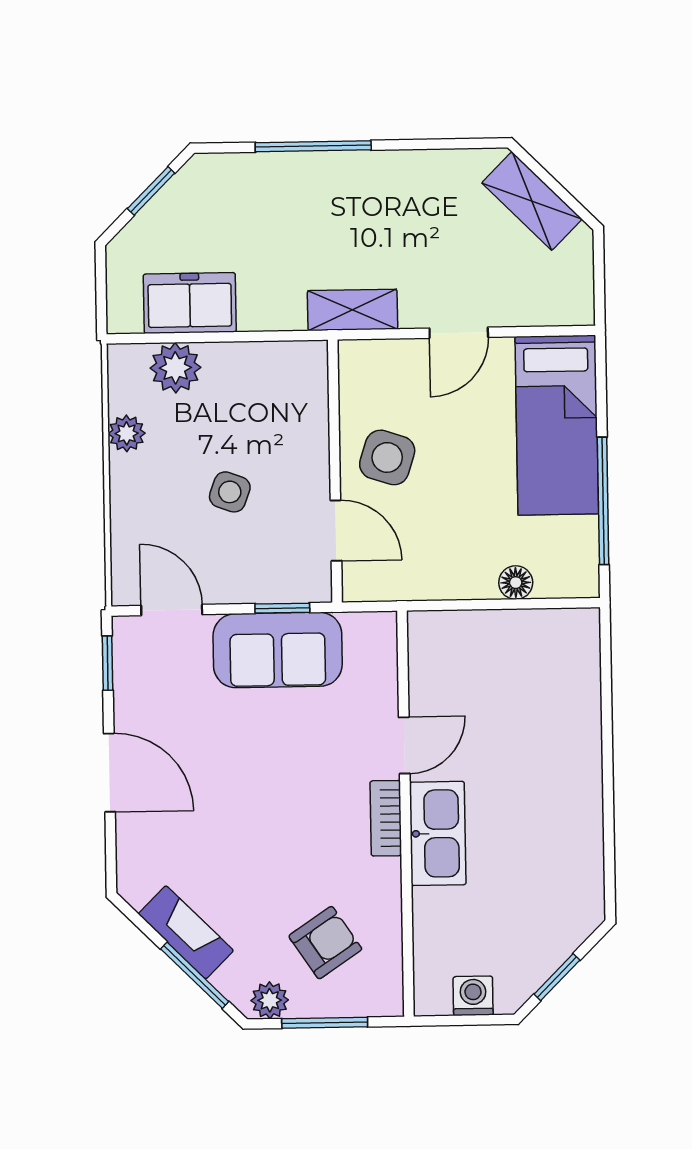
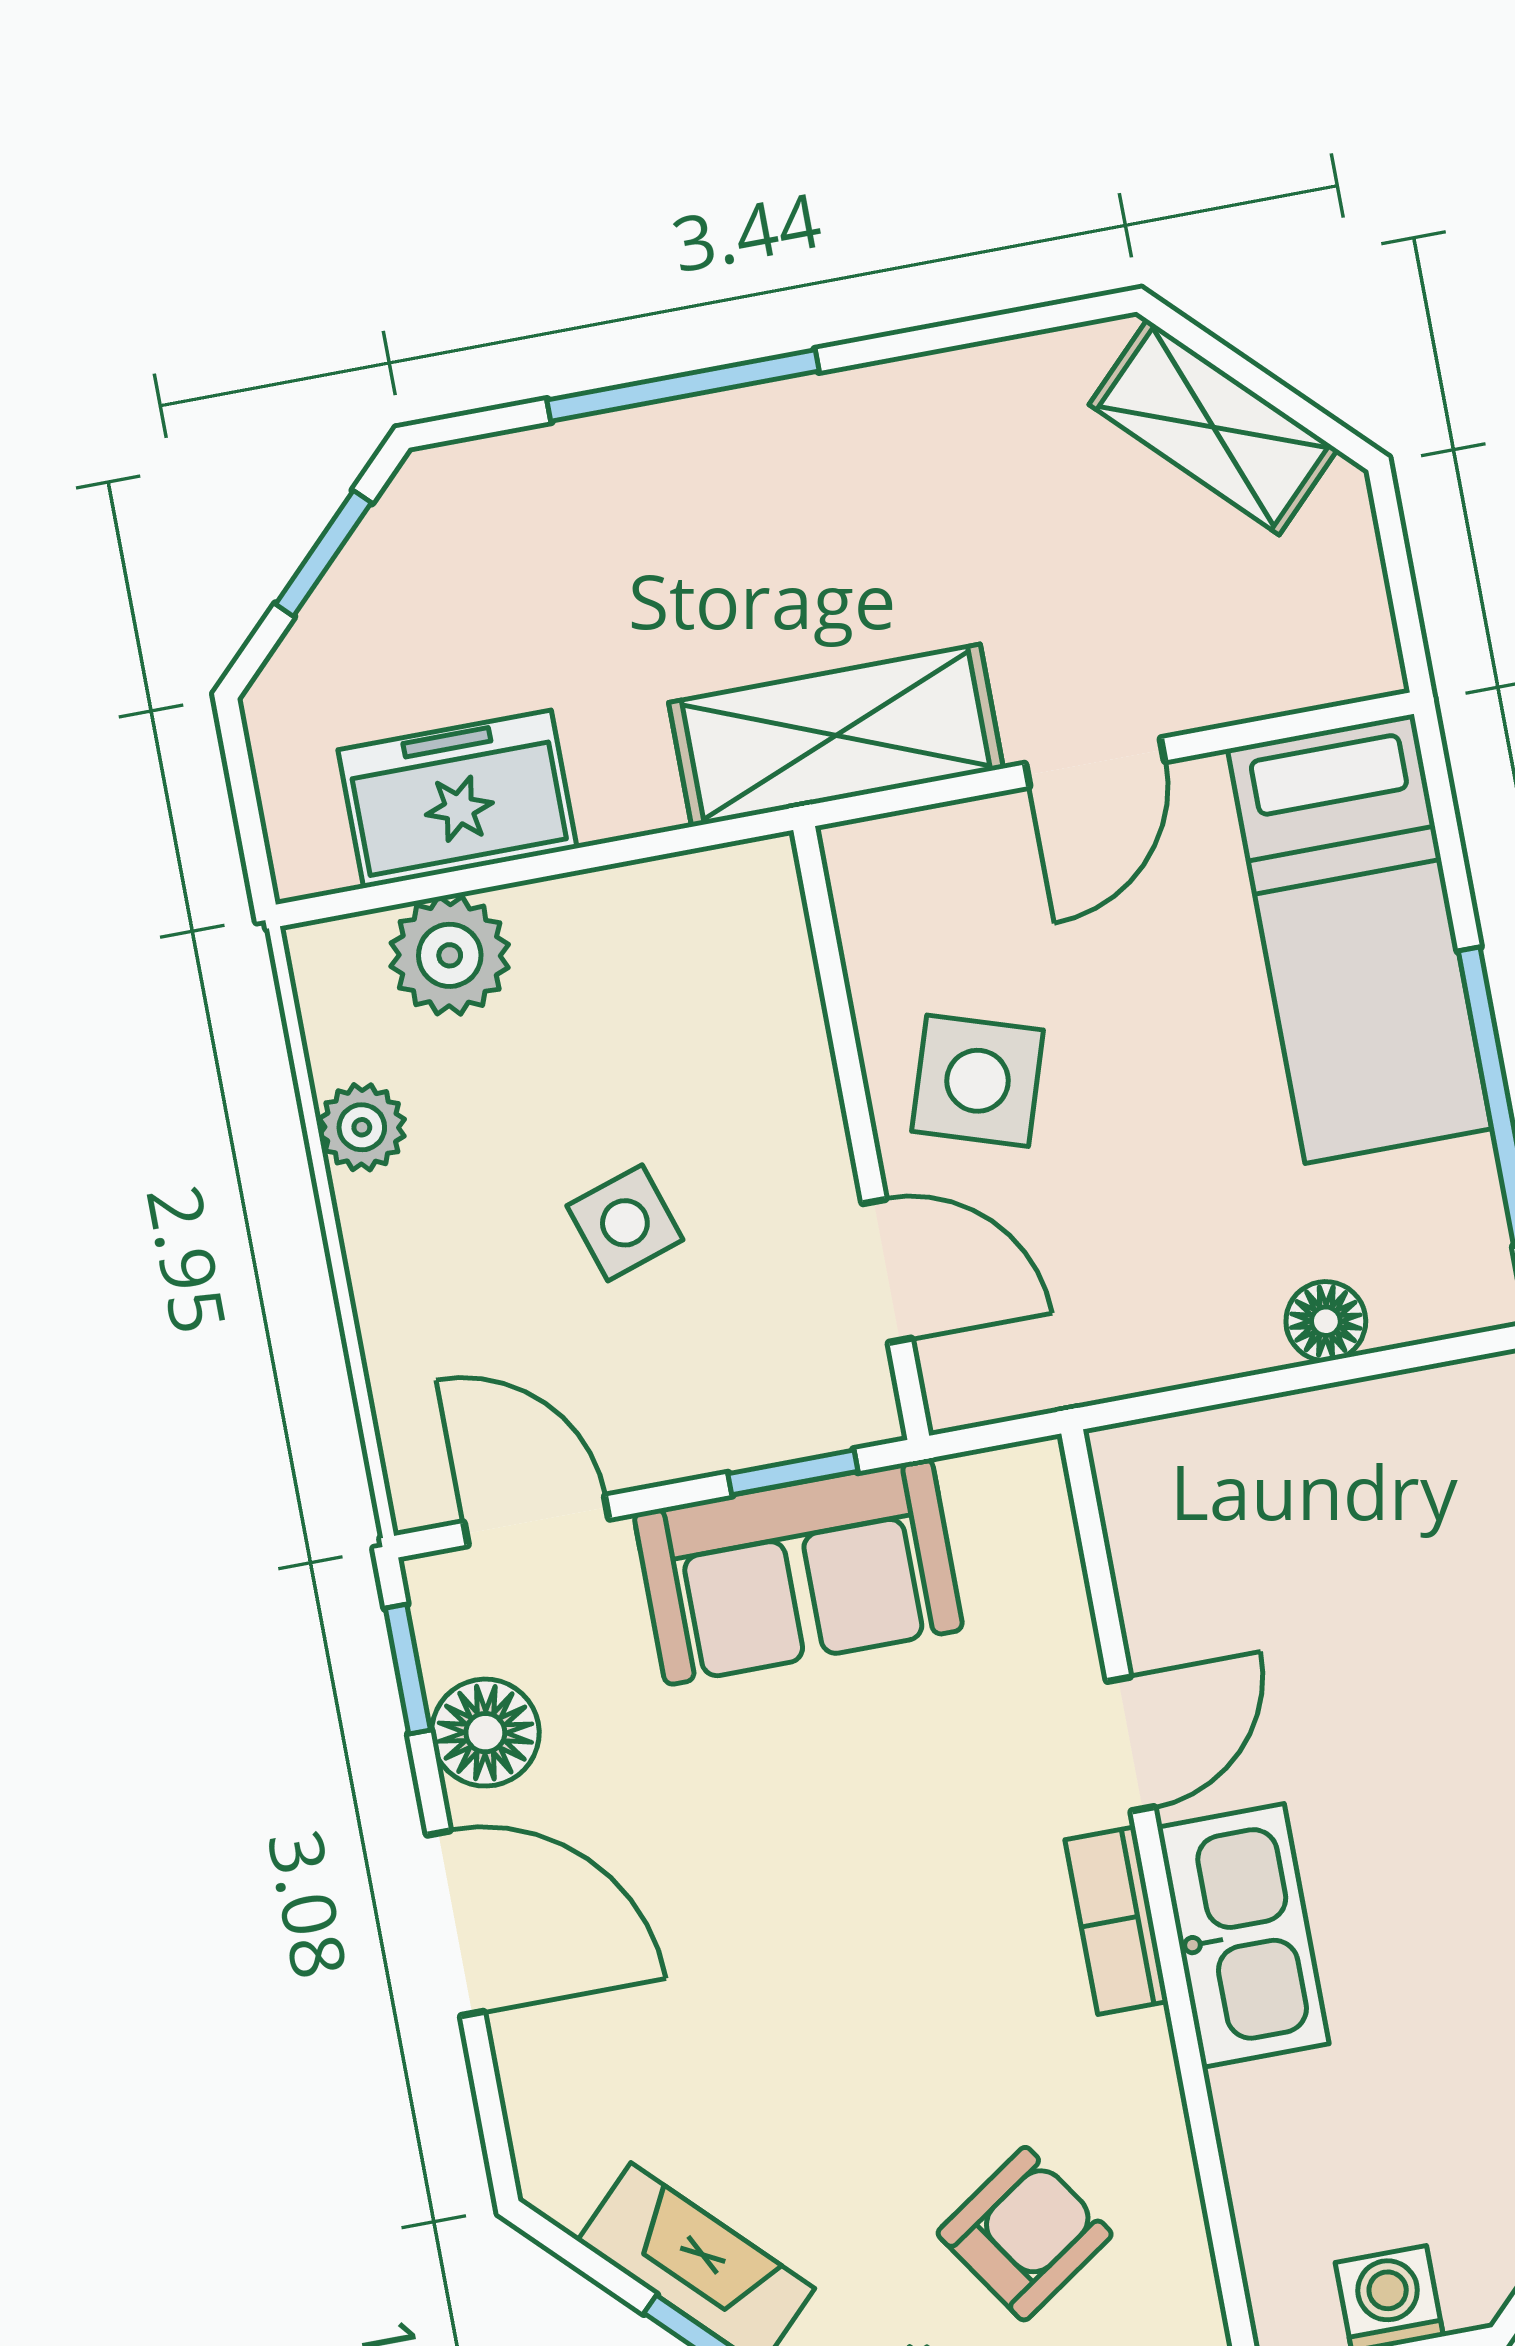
shelving: (353, 310) -> (836, 735), width x1.50, depth x1.33
side table: (230, 492) -> (625, 1223), turned -38
floor lamp: (135, 695) -> (485, 1733), added

